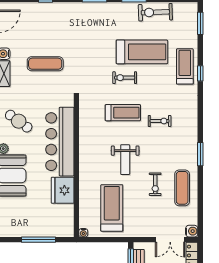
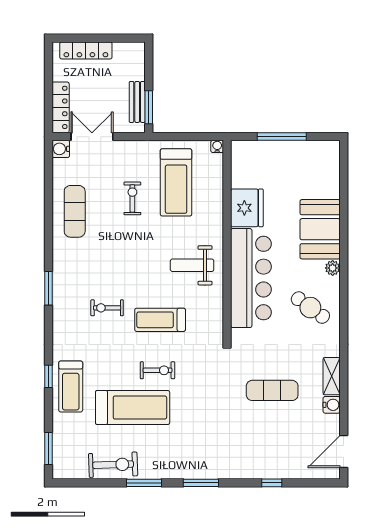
treadmill: (142, 52) -> (133, 407), turned 180
window: (200, 154) -> (48, 288), moved
weight bench: (125, 160) -> (192, 265), moved, turned -90
exercise bike: (155, 184) -> (132, 198), moved

